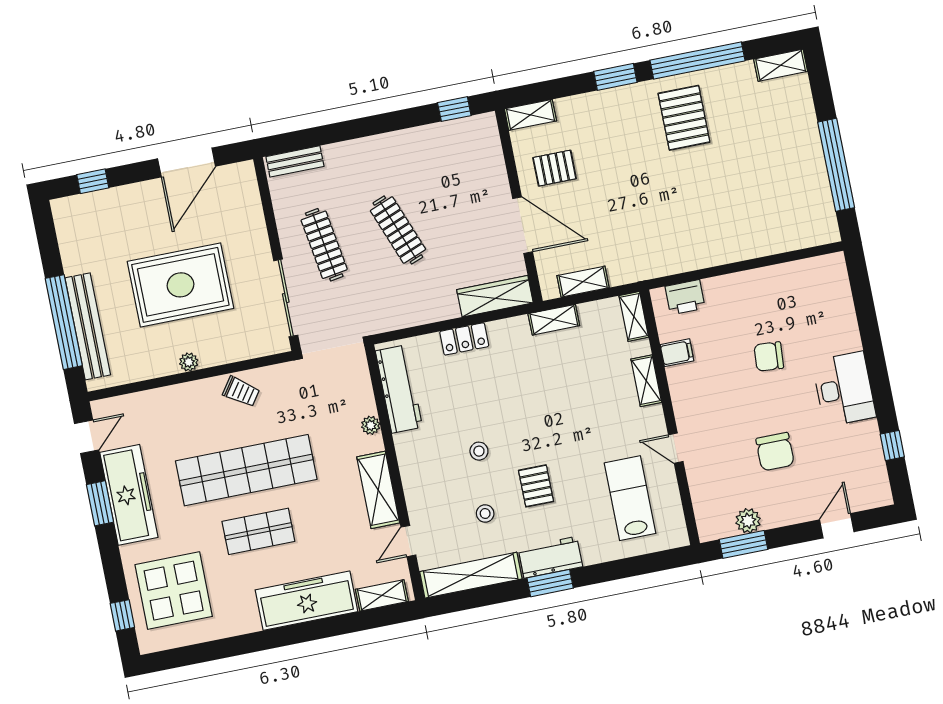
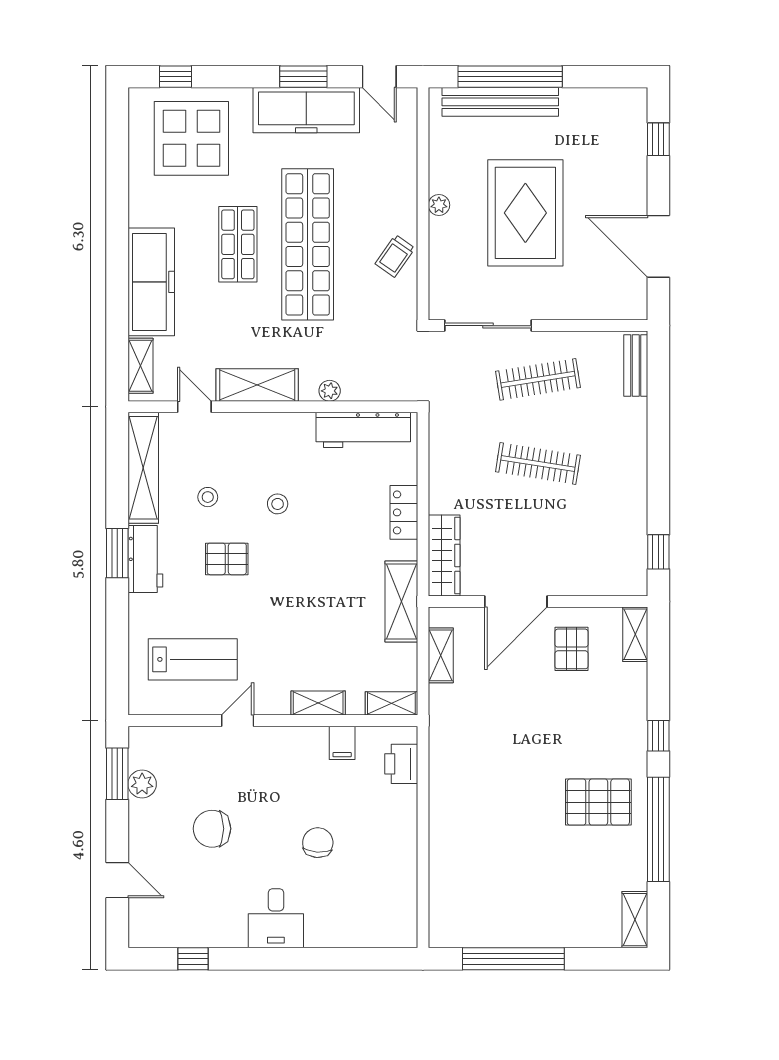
window: (615, 77) -> (658, 736), width x0.67
clothes rail: (398, 230) -> (538, 464), turned 30
shelving: (554, 320) -> (401, 601), width x1.50, depth x1.33
desk: (844, 389) -> (276, 918), width x0.73

